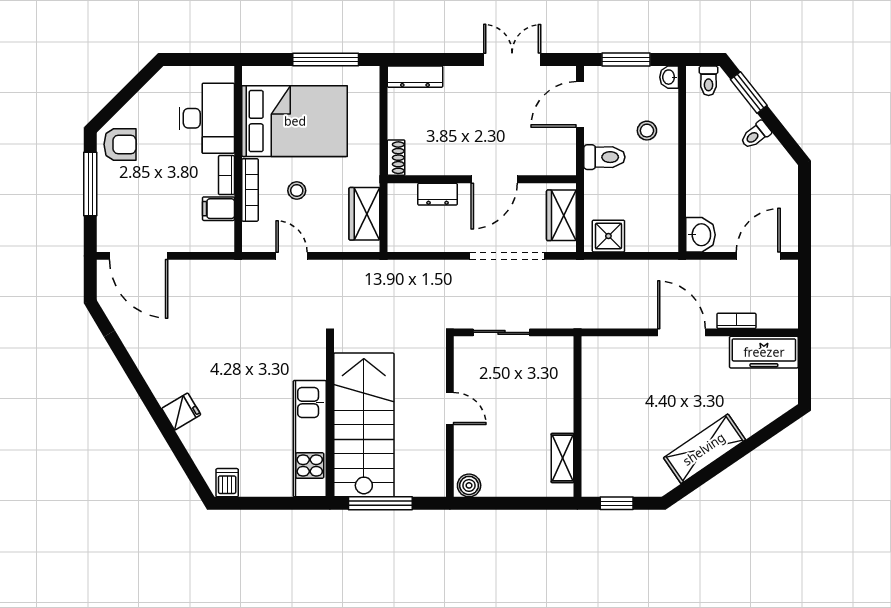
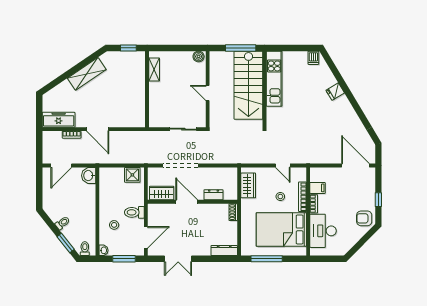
door: (494, 179) -> (187, 202), hinge flipped
window: (90, 184) -> (378, 200), width x0.46
wardrobe: (561, 215) -> (162, 193), moved, turned -90

